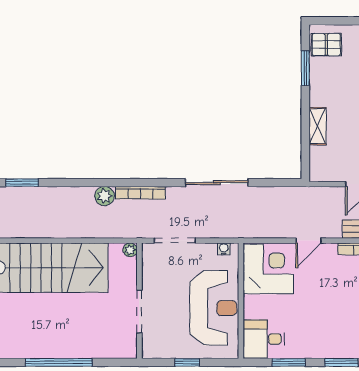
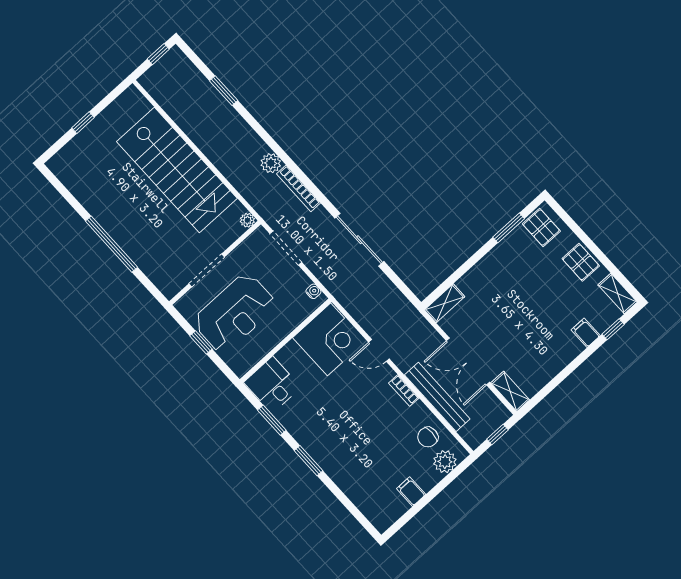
shelving: (318, 126) -> (445, 303), moved
reception desk: (213, 308) -> (235, 313), moved

